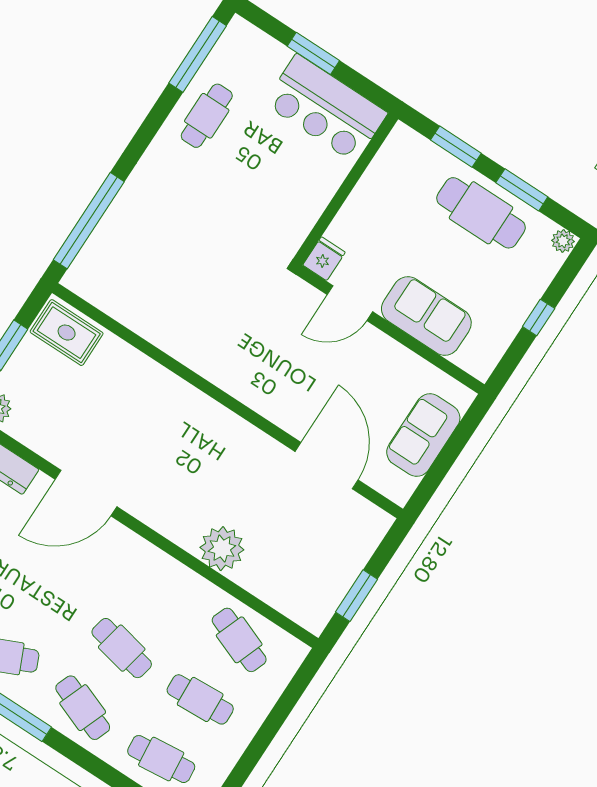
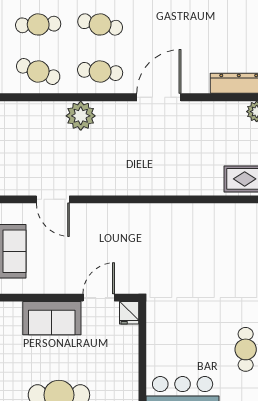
door: (327, 466) -> (53, 199), width x0.73
door: (86, 493) -> (159, 97), moved
cafe table: (161, 589) -> (100, 71), added

